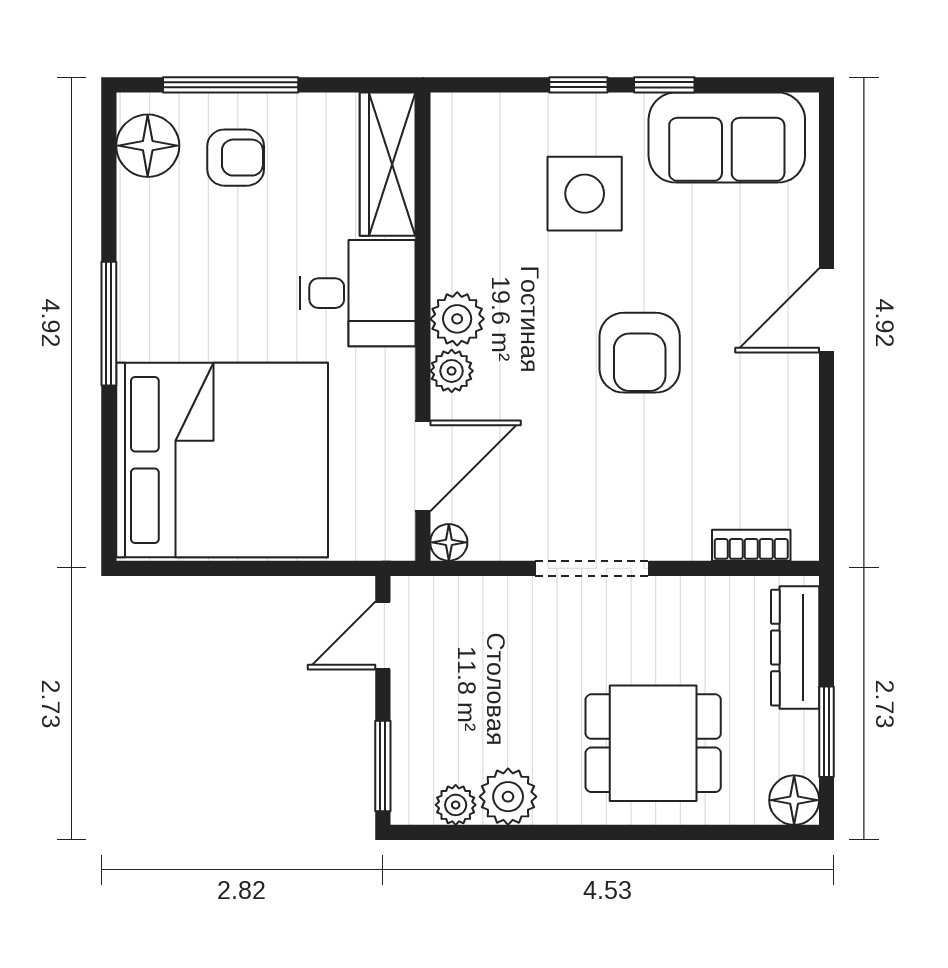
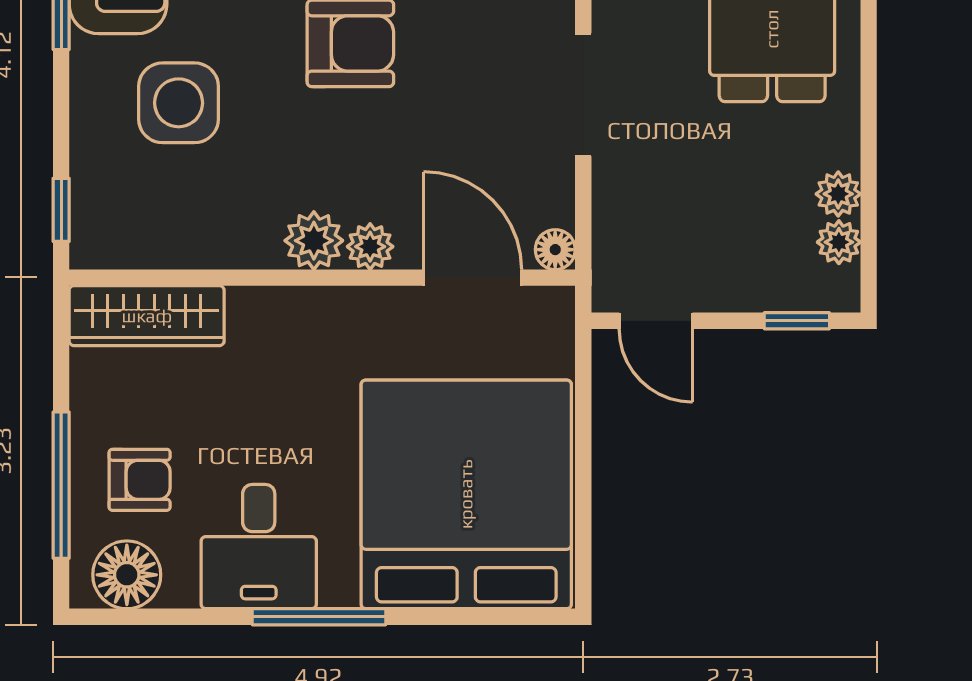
window: (578, 85) -> (61, 210), moved
armchair: (236, 158) -> (140, 480), turned 90
desk: (358, 293) -> (259, 547), moved, turned 180
window: (383, 766) -> (797, 321), width x0.67
plant: (508, 797) -> (838, 194), width x0.73, depth x0.73

